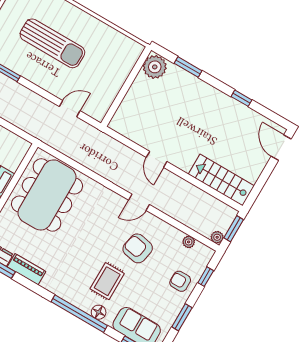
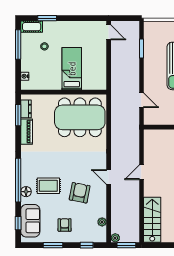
armchair: (180, 281) -> (65, 225), moved

